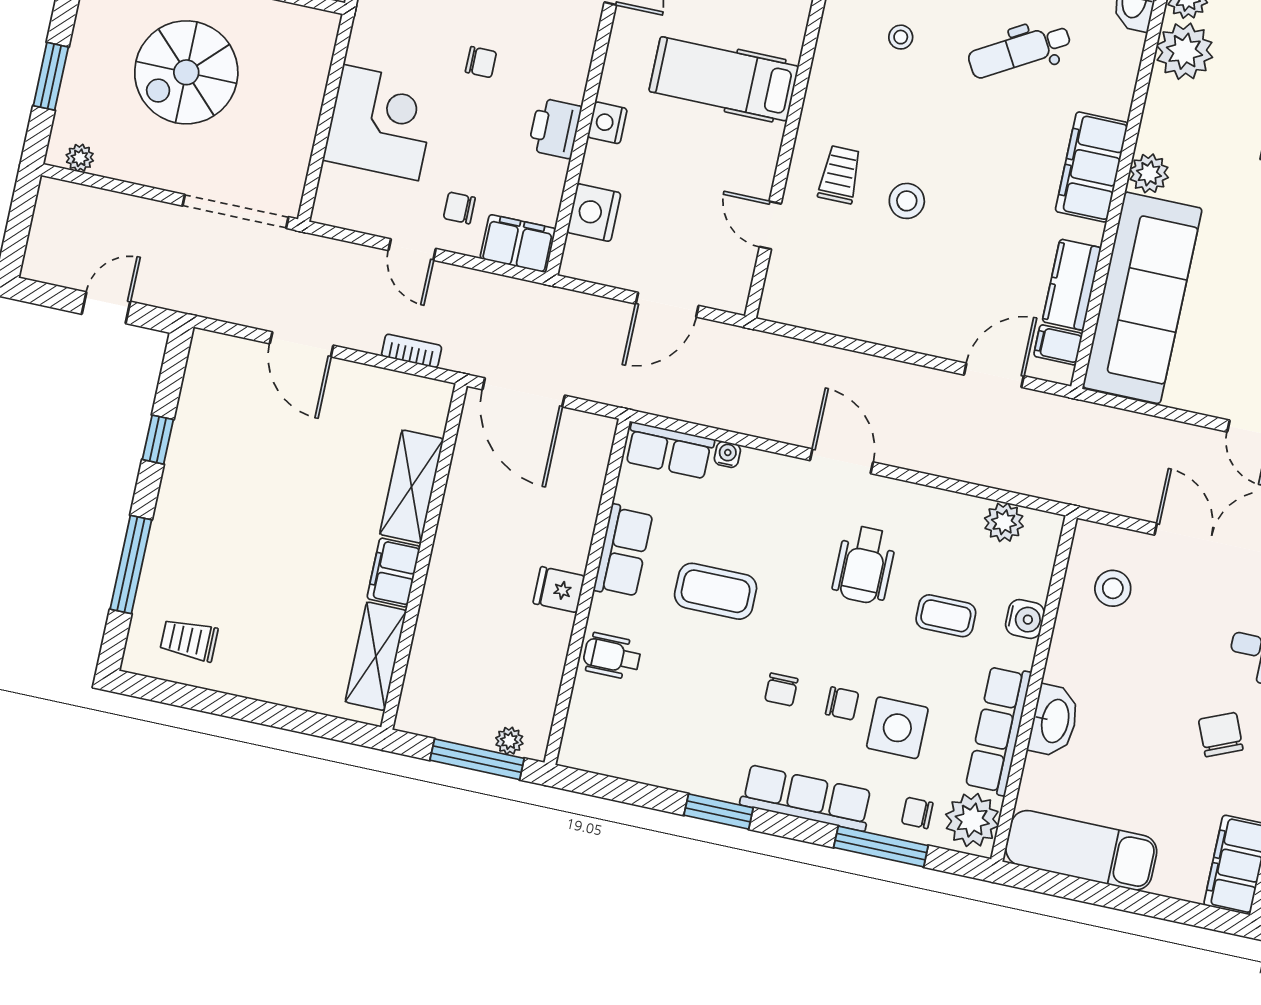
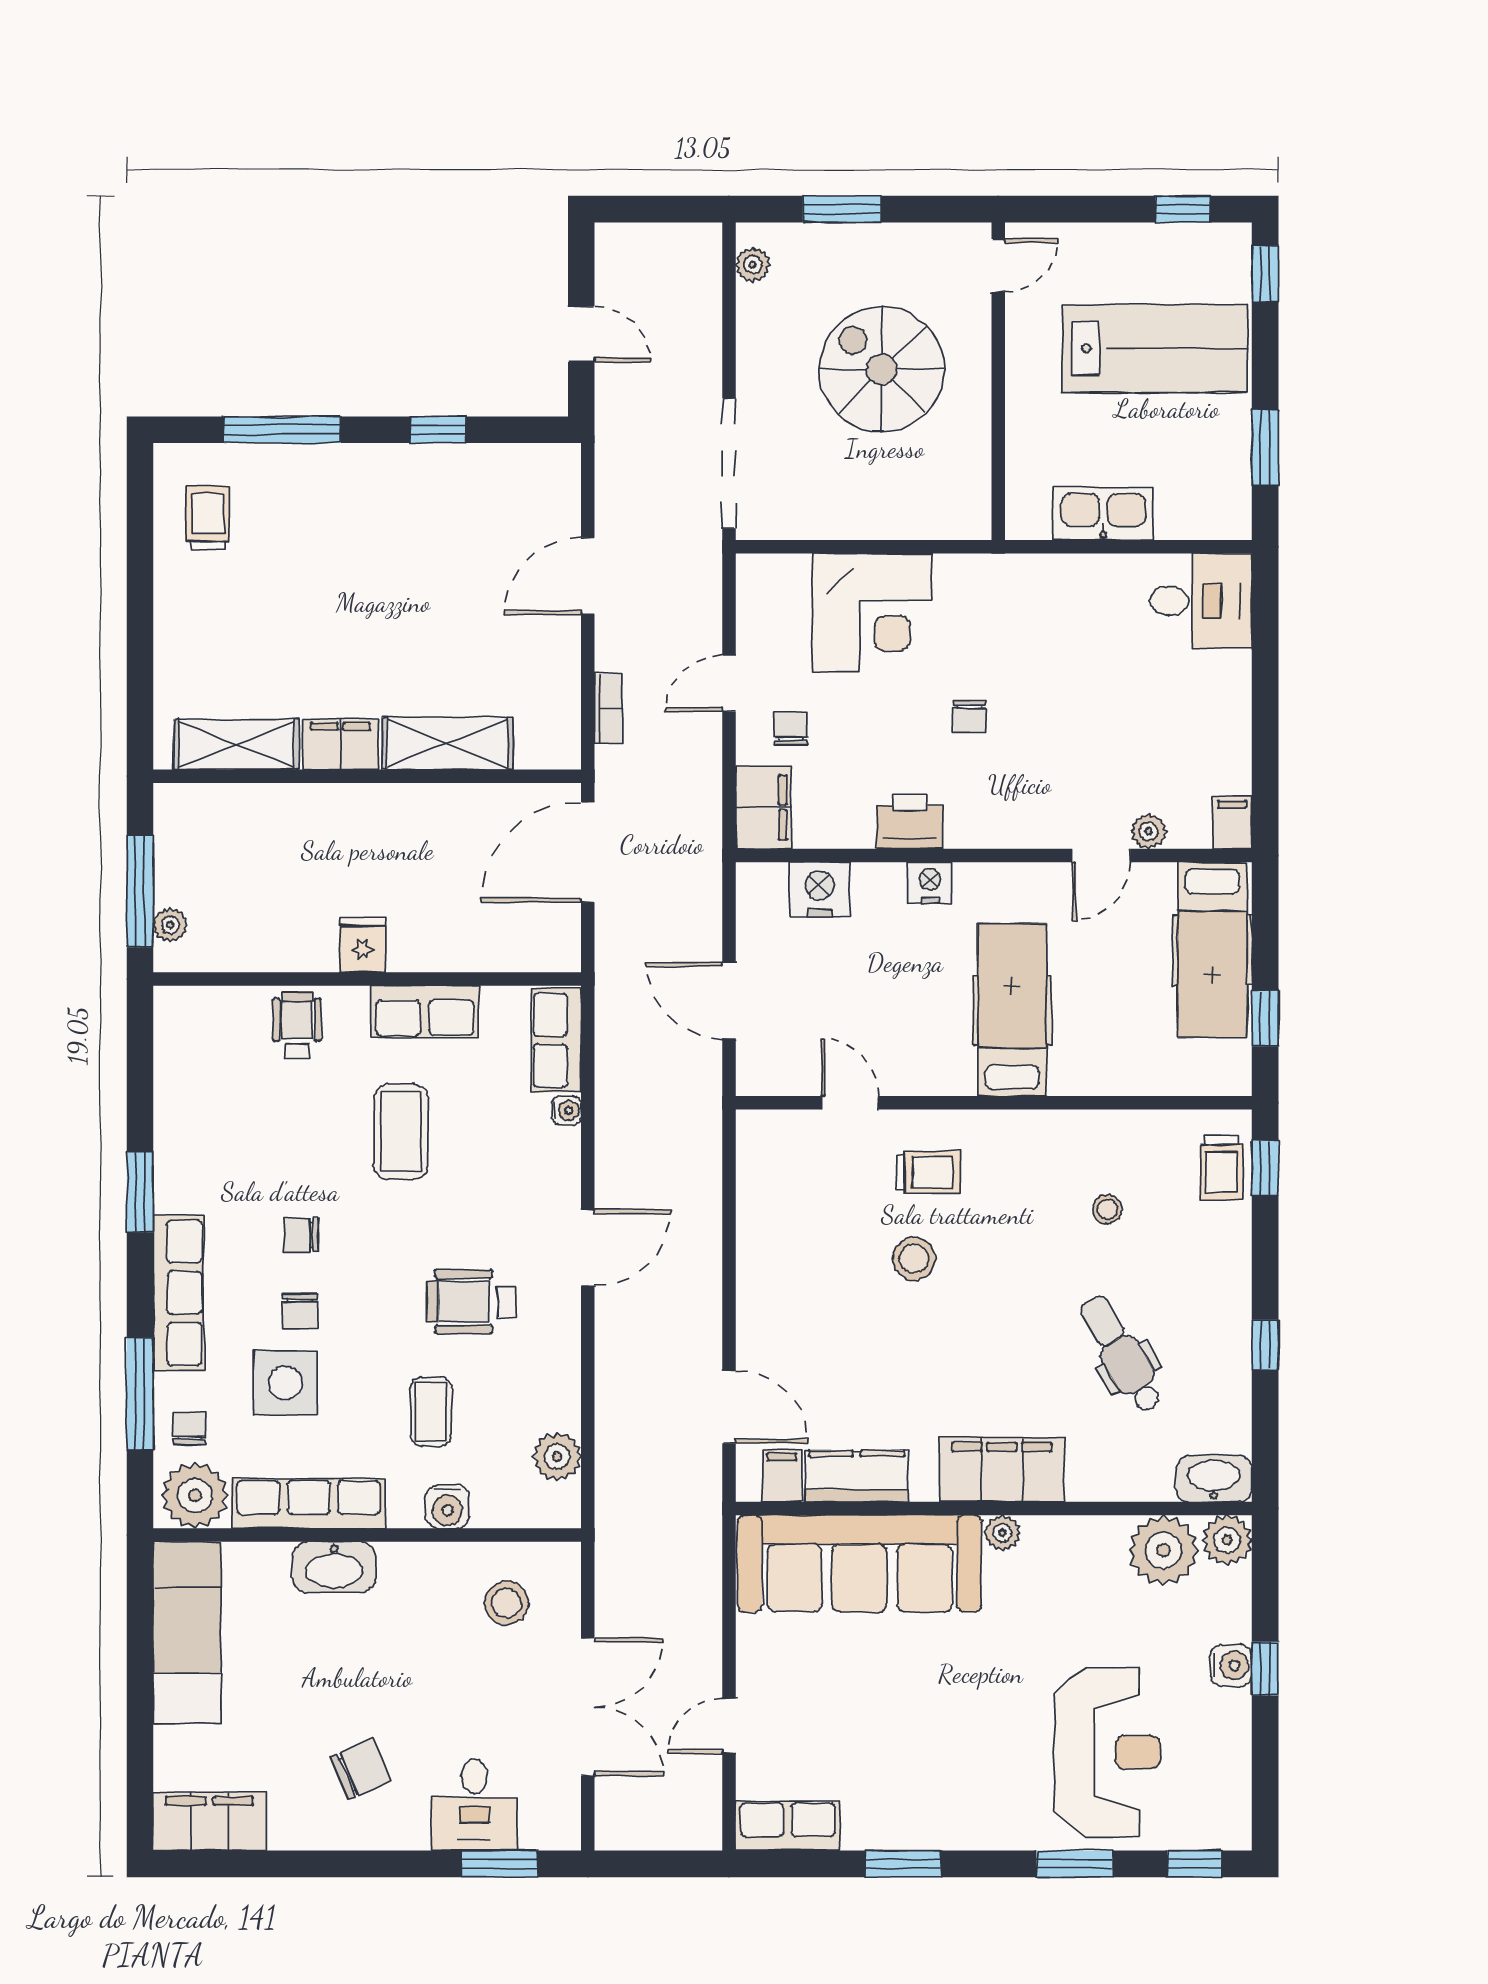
plant: (1149, 173) -> (1002, 1533), width x0.73, depth x0.73
door: (770, 225) -> (850, 1103), hinge flipped

